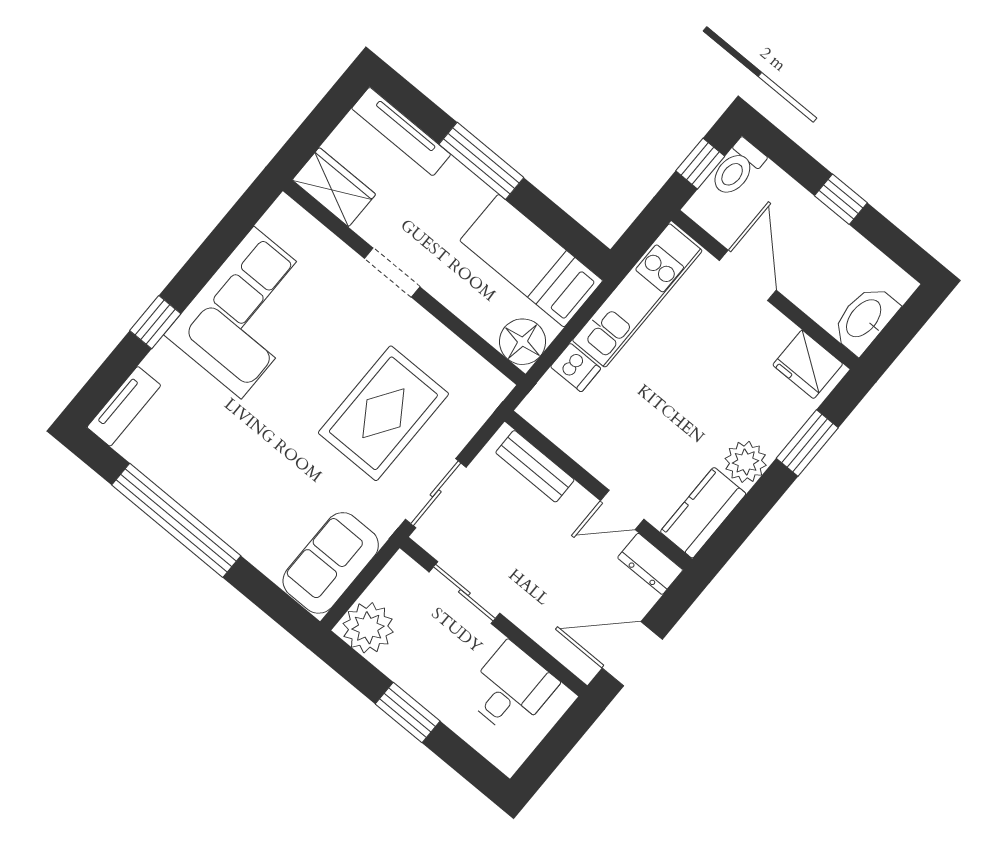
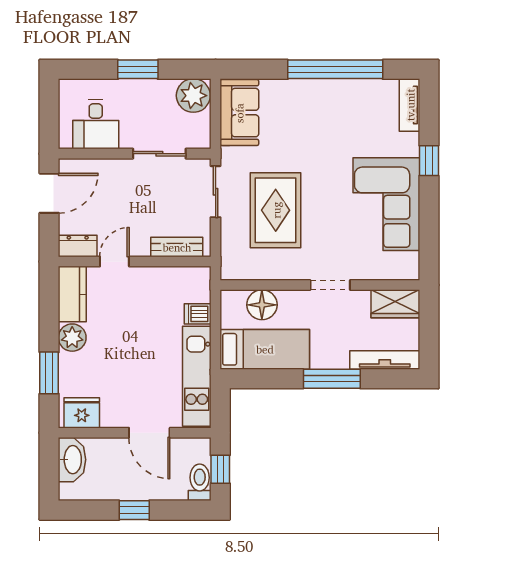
floor lamp: (523, 342) -> (262, 305), moved

